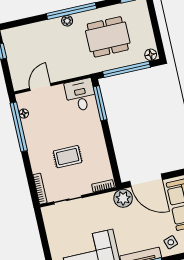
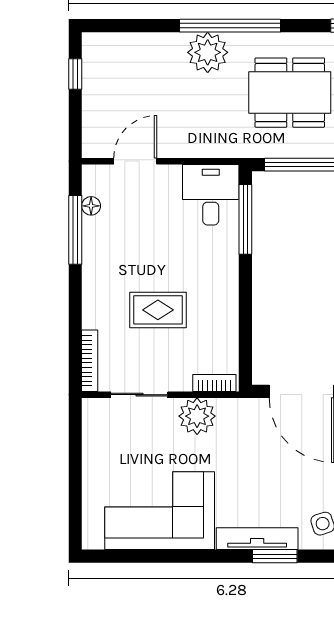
plant: (67, 21) -> (208, 52), width x1.88, depth x1.88
window: (19, 127) -> (75, 230), width x0.68
plant: (123, 198) -> (197, 416), moved

